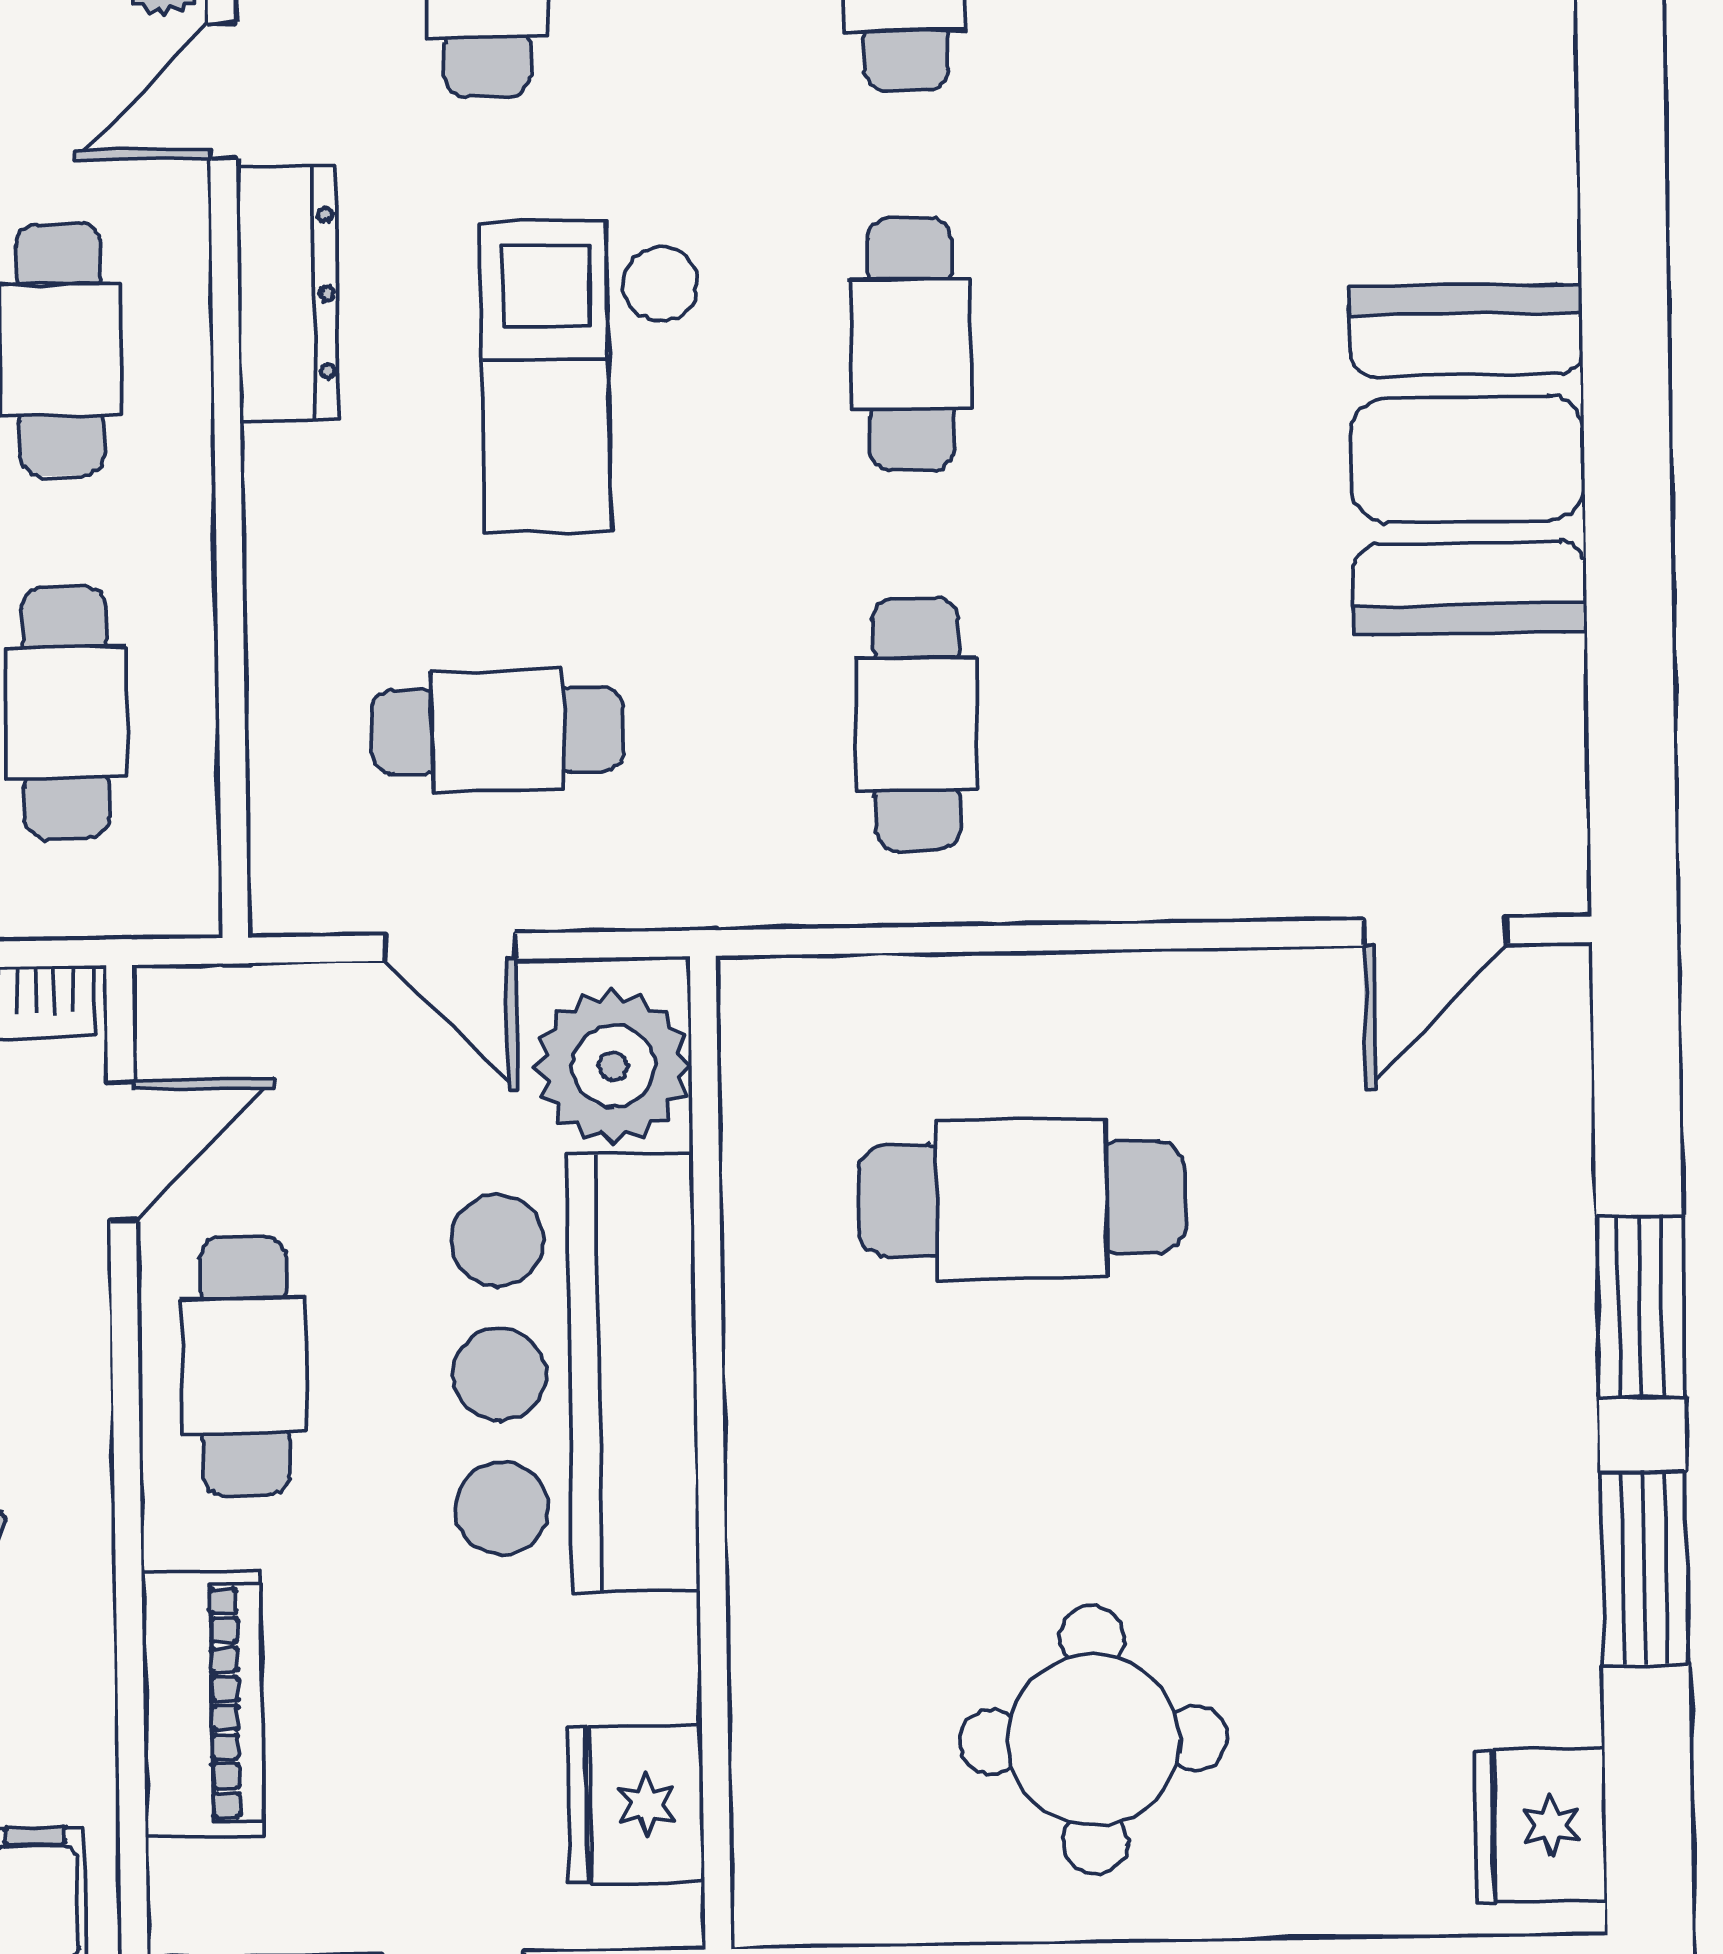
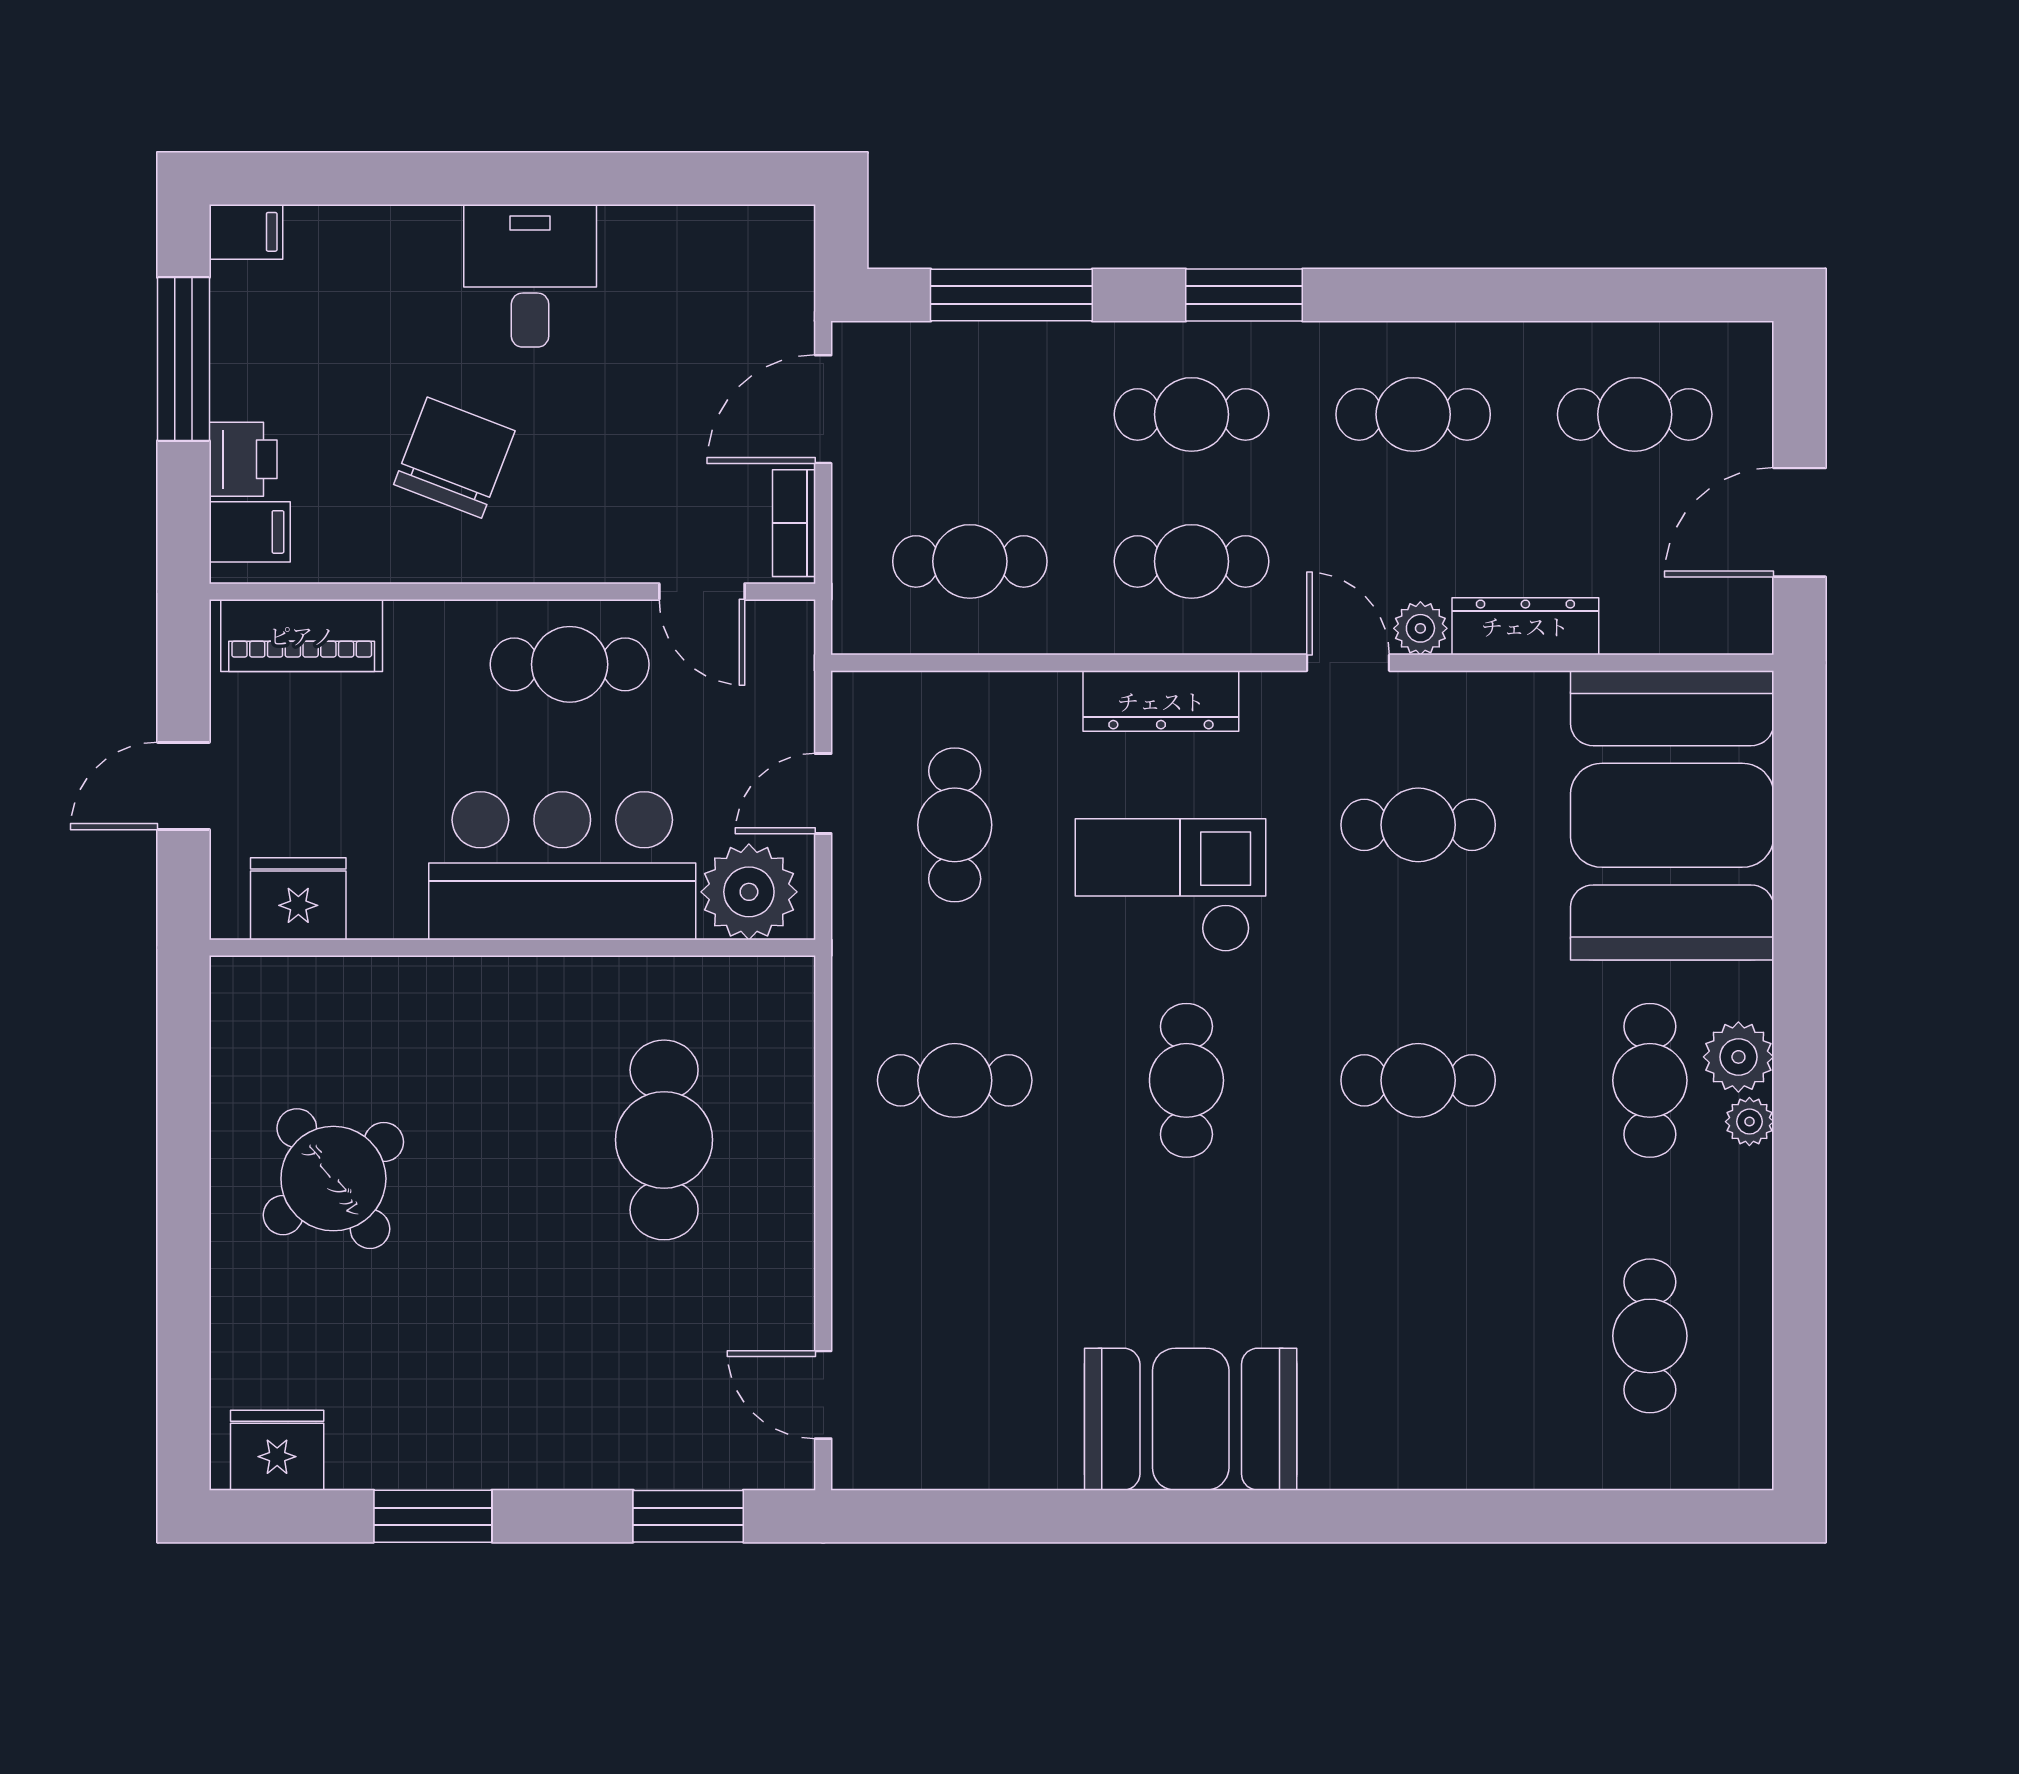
dresser: (288, 294) -> (1161, 701), moved
cafe table: (911, 344) -> (1186, 1080), turned 90
booth: (1468, 459) -> (1191, 1419), moved
window: (1640, 1307) -> (688, 1516), moved
piano: (203, 1703) -> (302, 635), moved
round table: (1094, 1740) -> (333, 1179), turned -36

